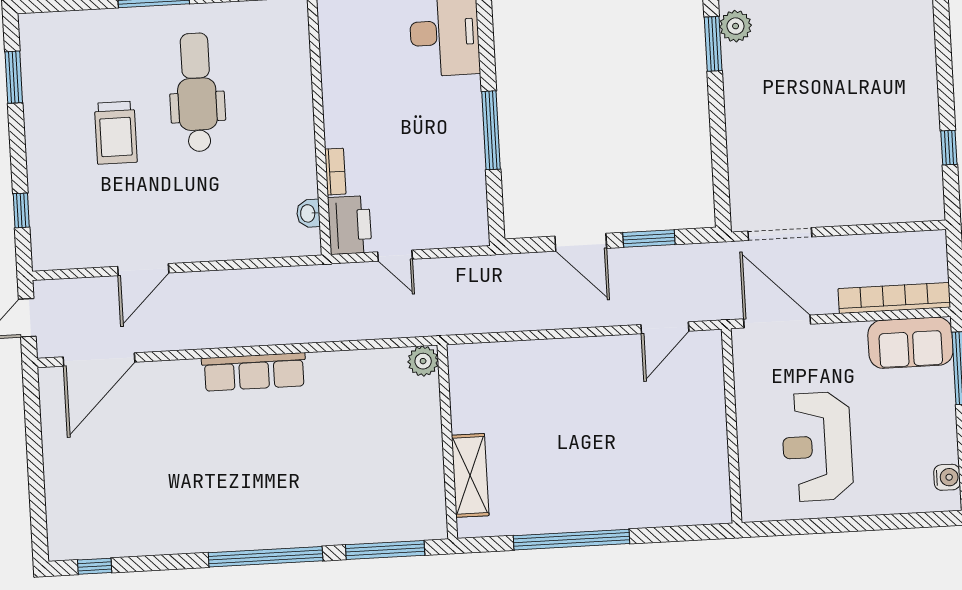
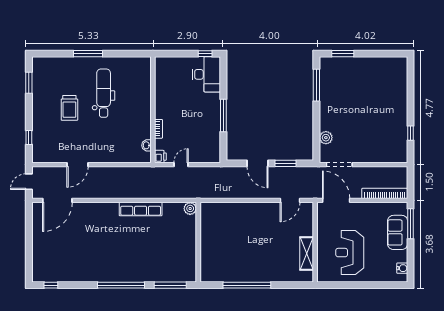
plant: (736, 26) -> (326, 138), moved
window: (713, 44) -> (316, 85), width x1.44
printer: (350, 225) -> (160, 157), width x0.53, depth x0.68
door: (395, 256) -> (181, 165), swing flipped
sofa: (910, 343) -> (398, 232), moved, turned 90
row of seats: (254, 372) -> (141, 209), moved
shelving: (470, 475) -> (307, 253), moved

